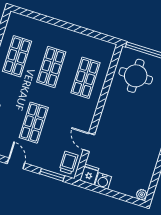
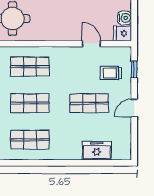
door: (89, 142) -> (91, 44), swing flipped
trolley: (69, 163) -> (111, 73), moved
window: (52, 175) -> (134, 69), width x0.67

